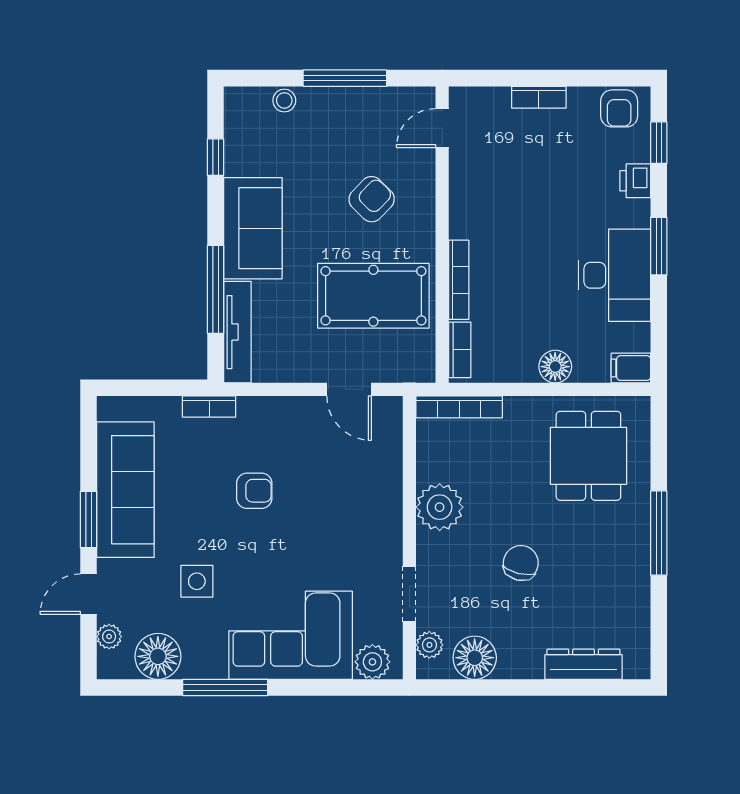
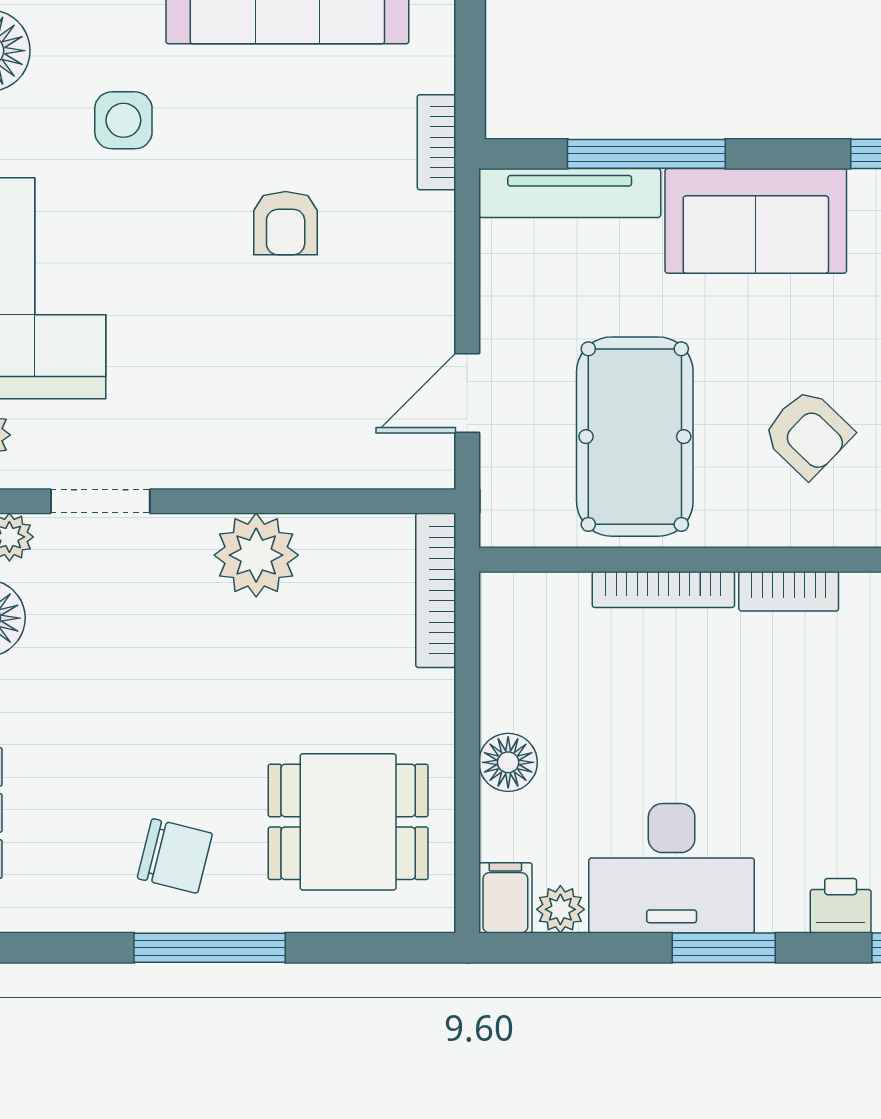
plant: (637, 337) -> (560, 909), added
bookcase: (460, 350) -> (789, 591), moved
chair: (521, 563) -> (175, 856), moved

